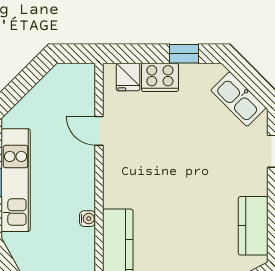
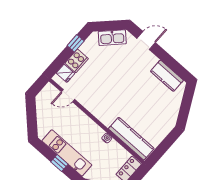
door: (99, 131) -> (68, 96), moved

